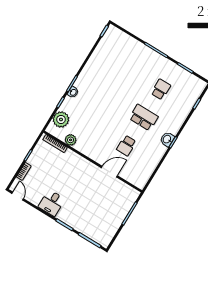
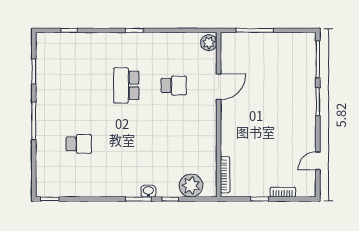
school desk: (161, 89) -> (79, 144), moved, turned 180
washbasin: (167, 139) -> (135, 40), removed
plant: (71, 140) -> (209, 43), moved
door: (109, 172) -> (219, 87), swing flipped
door: (18, 196) -> (318, 161), moved
desk: (52, 203) -> (301, 134), removed

